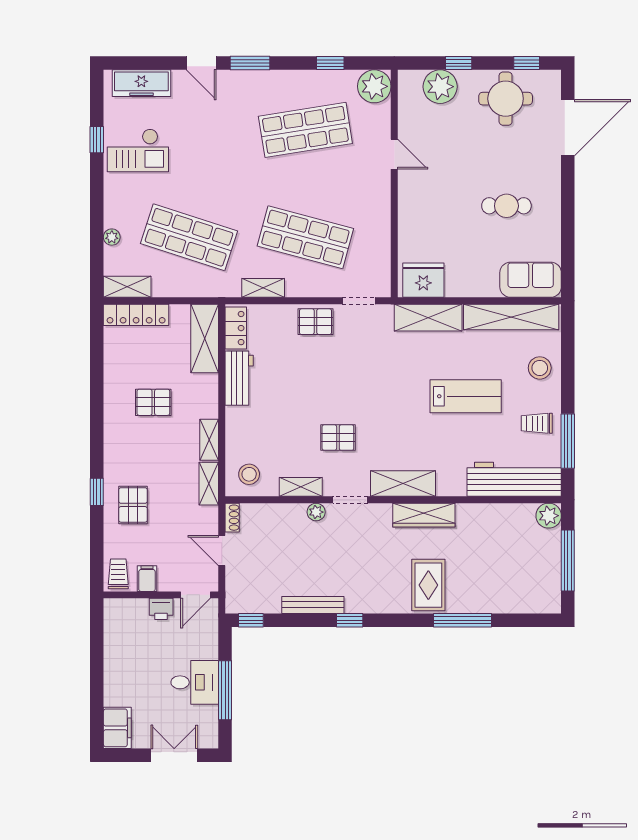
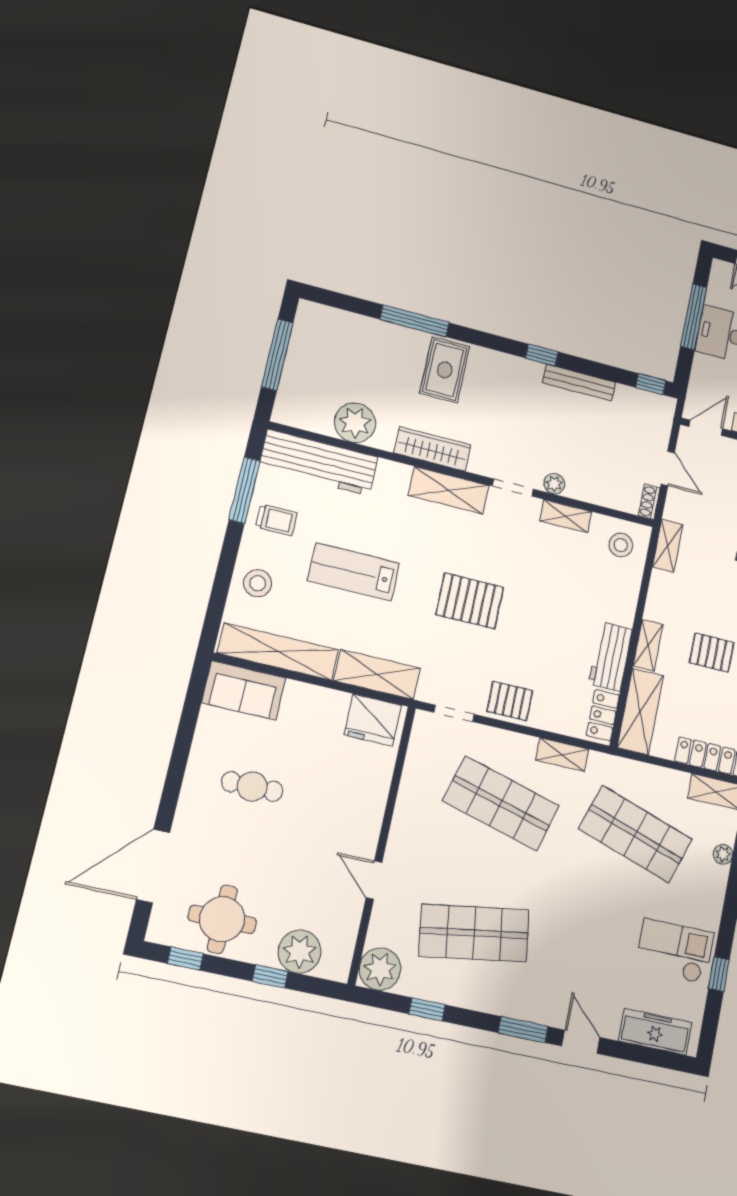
pallet: (338, 438) -> (470, 601), moved, width x1.50, depth x1.42
shelving: (209, 440) -> (648, 645), moved
plant: (549, 516) -> (355, 423), moved, width x1.36, depth x1.36

